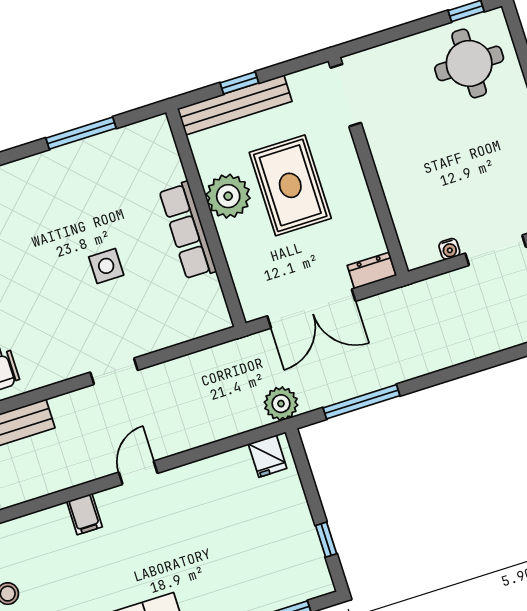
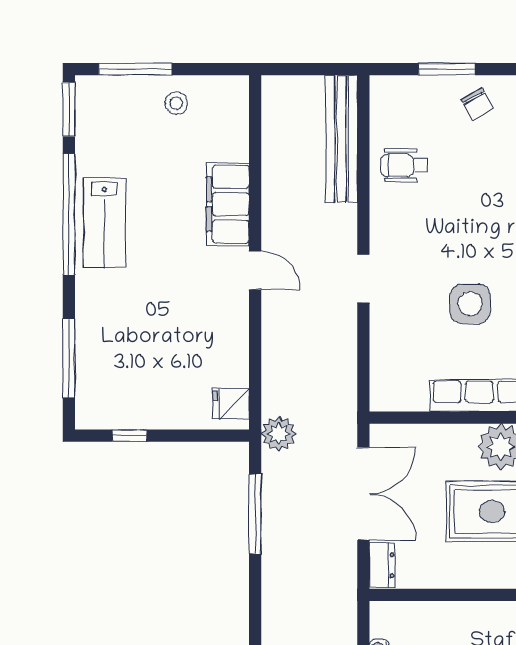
side table: (106, 266) -> (470, 304), width x1.37, depth x1.37
double door: (311, 309) -> (363, 494), swing flipped
filing cabinet: (85, 514) -> (228, 204), width x3.00, depth x1.17

